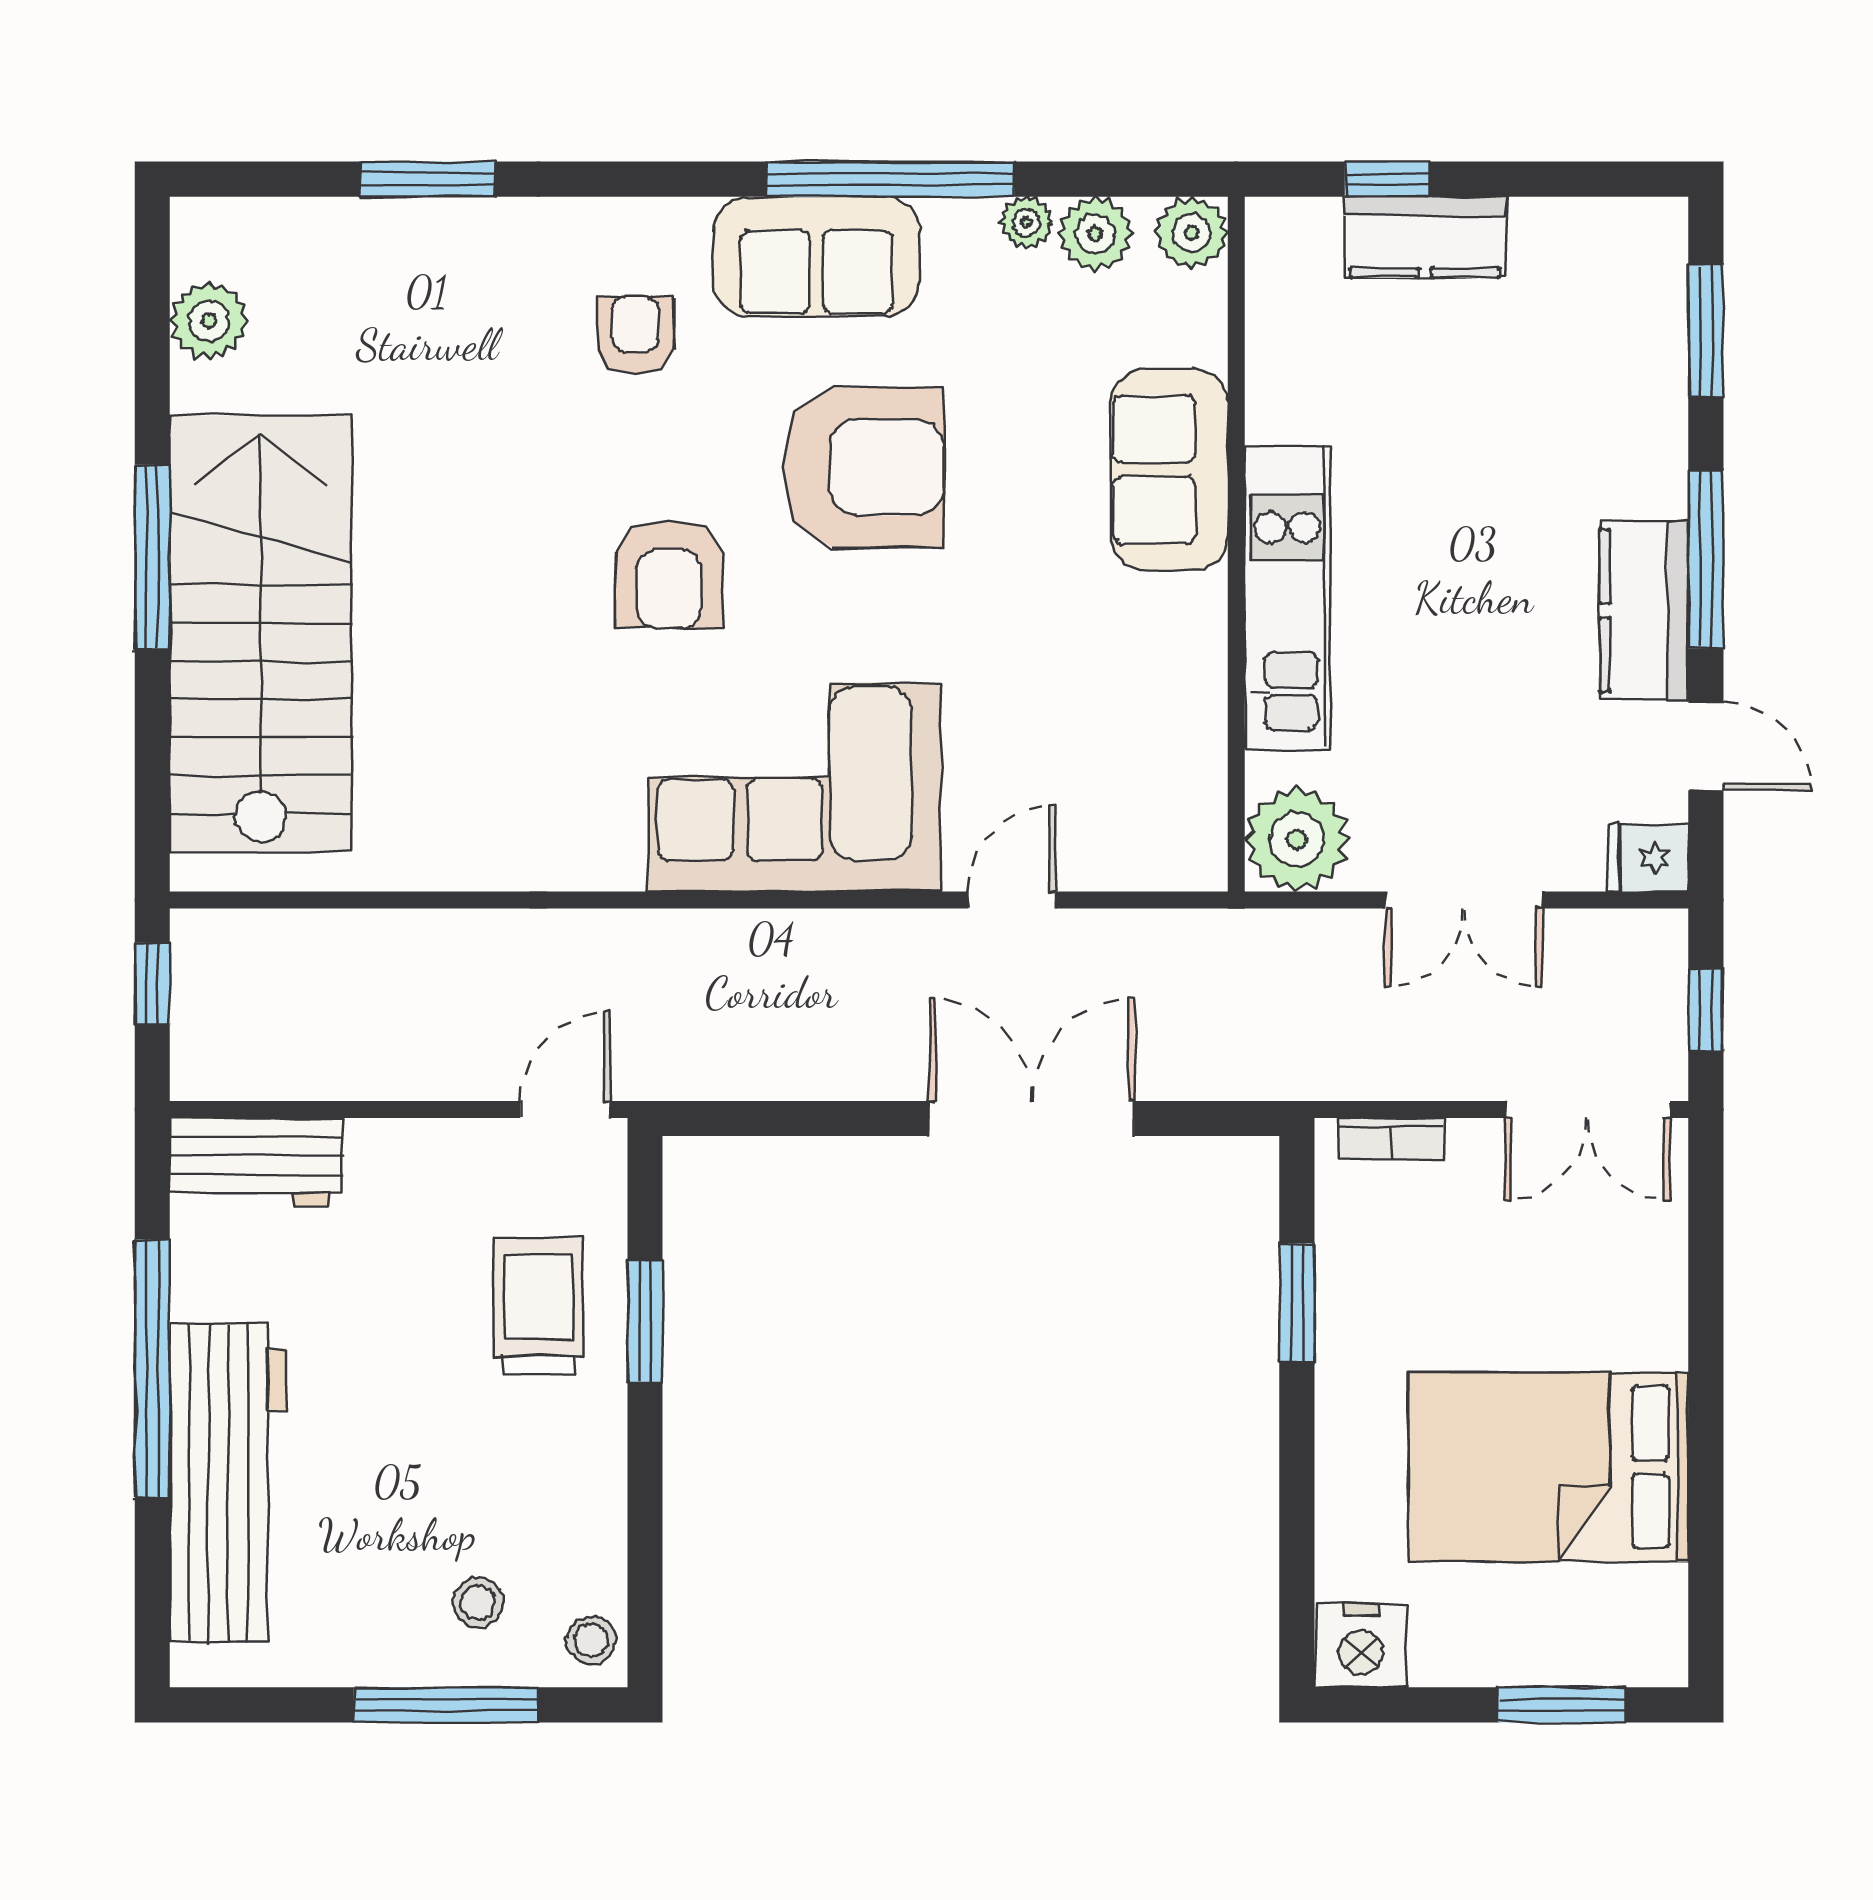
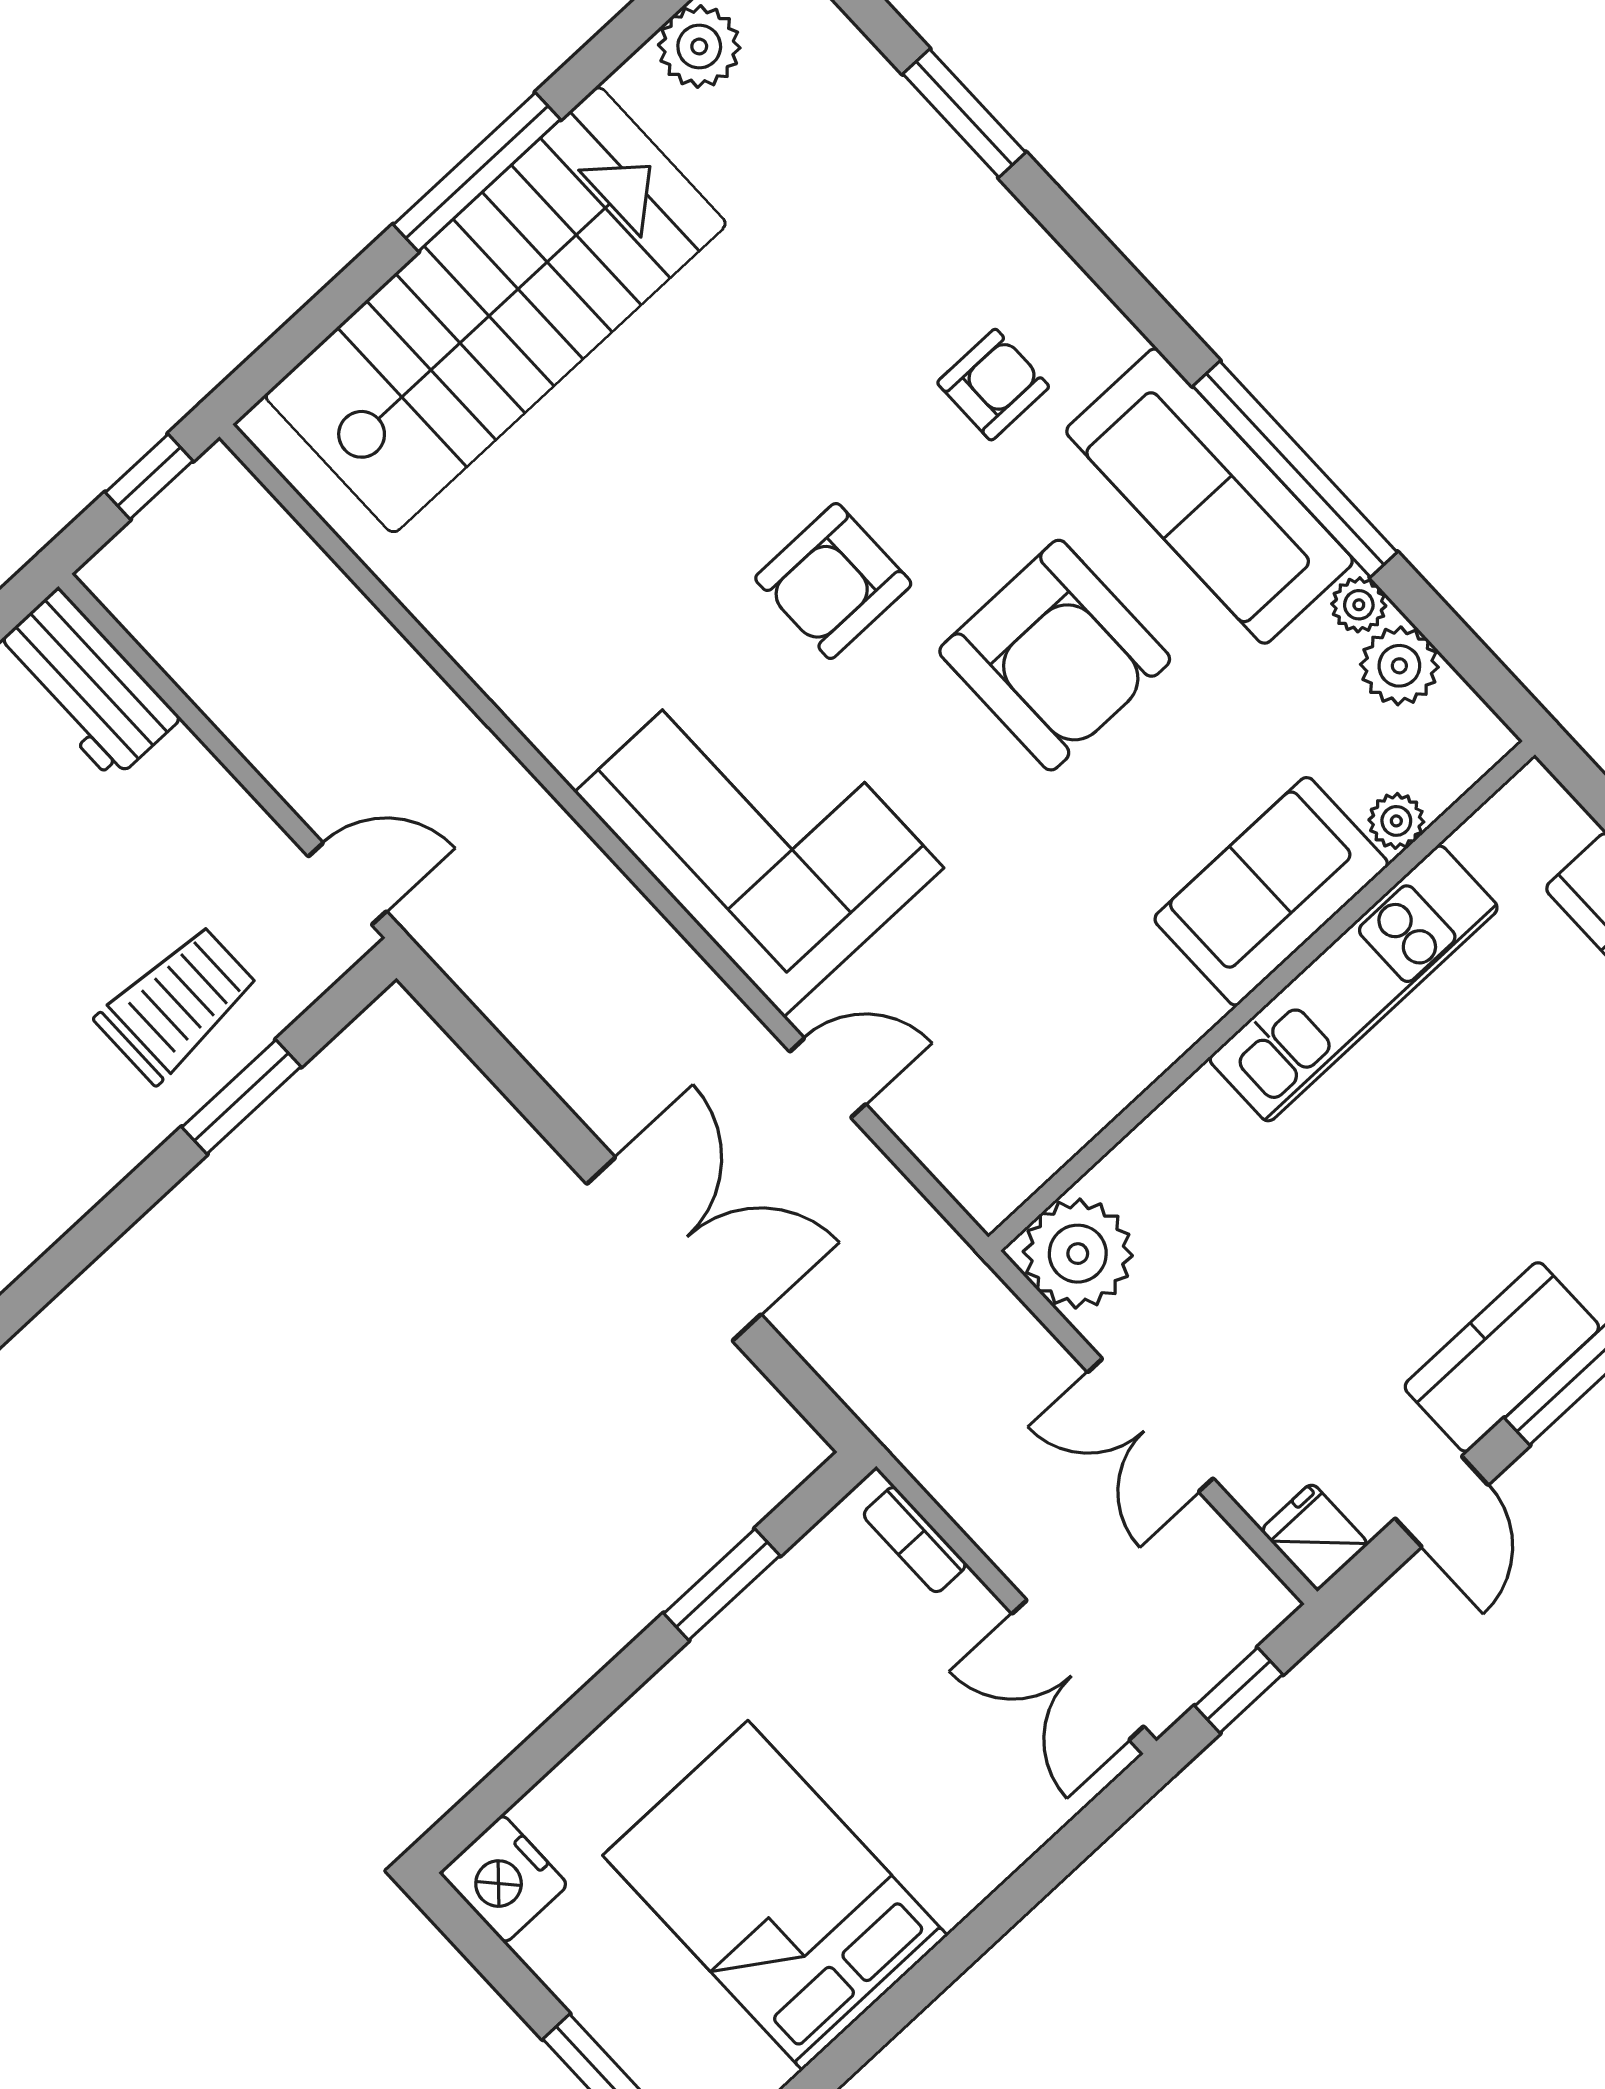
plant: (1192, 233) -> (1396, 821), moved, width x0.73, depth x0.73
sofa: (816, 256) -> (1210, 496), width x1.36
kitchen unit: (1287, 597) -> (1354, 983), moved

